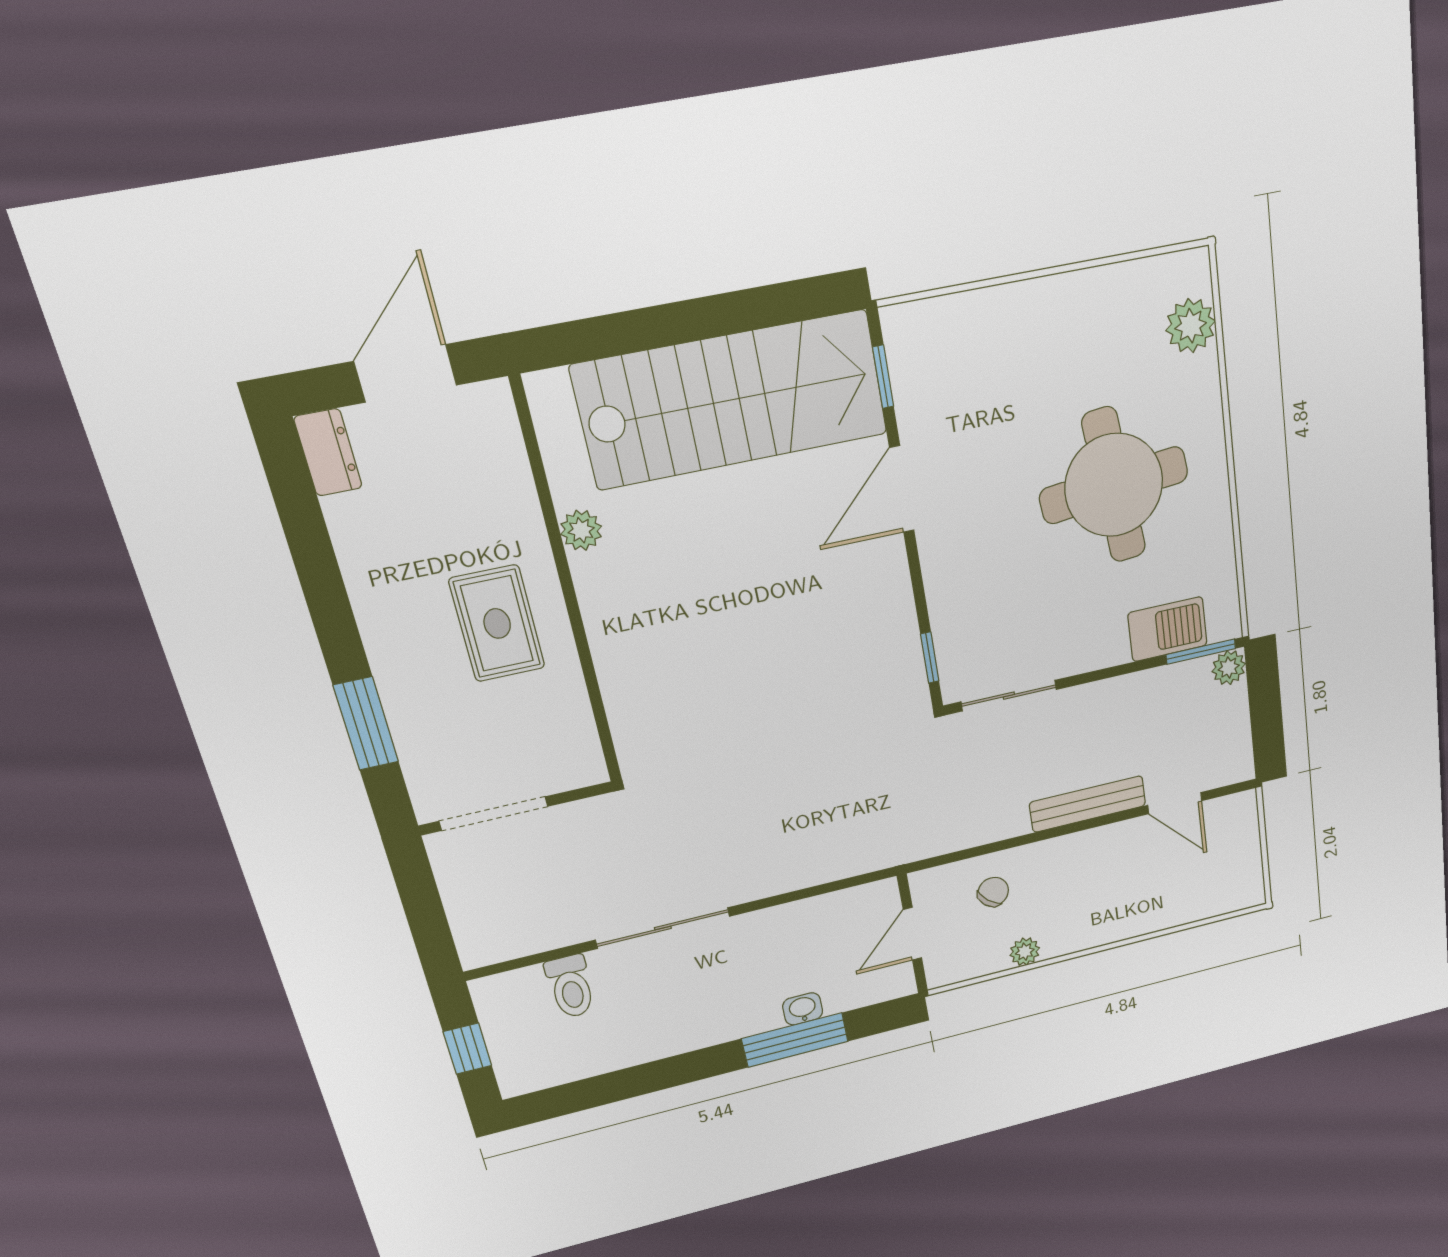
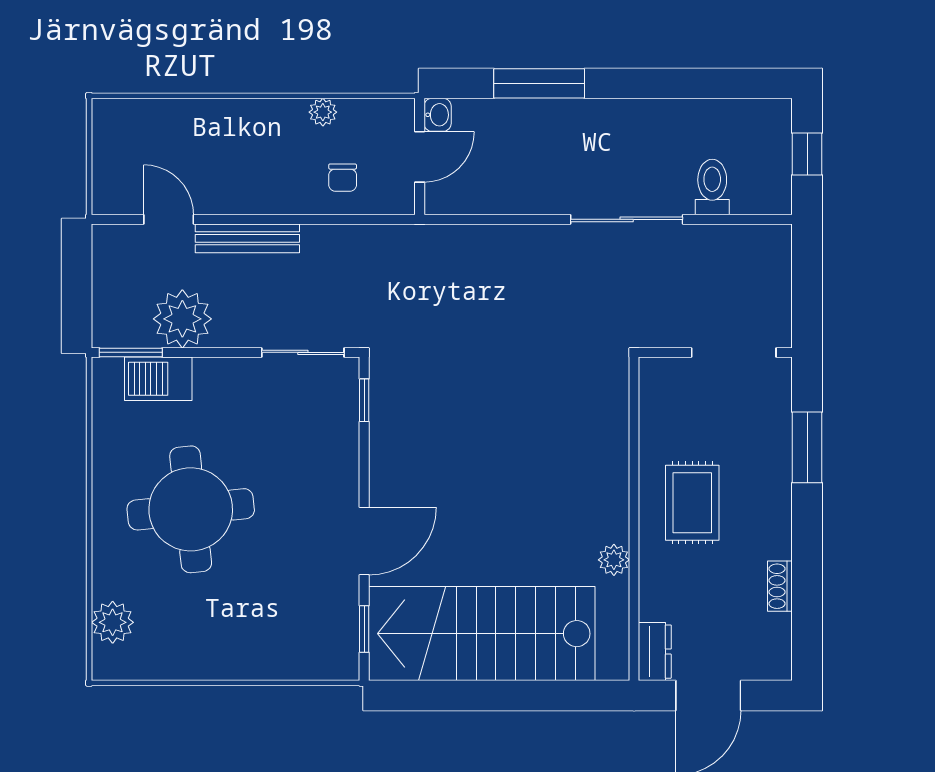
dresser: (328, 452) -> (655, 652), moved, turned 180
shoe rack: (349, 541) -> (780, 586), added
plant: (1229, 668) -> (182, 319), moved, width x1.88, depth x1.88
chair: (993, 892) -> (343, 178), turned -43
washbasin: (803, 1009) -> (438, 115), moved, turned -90

